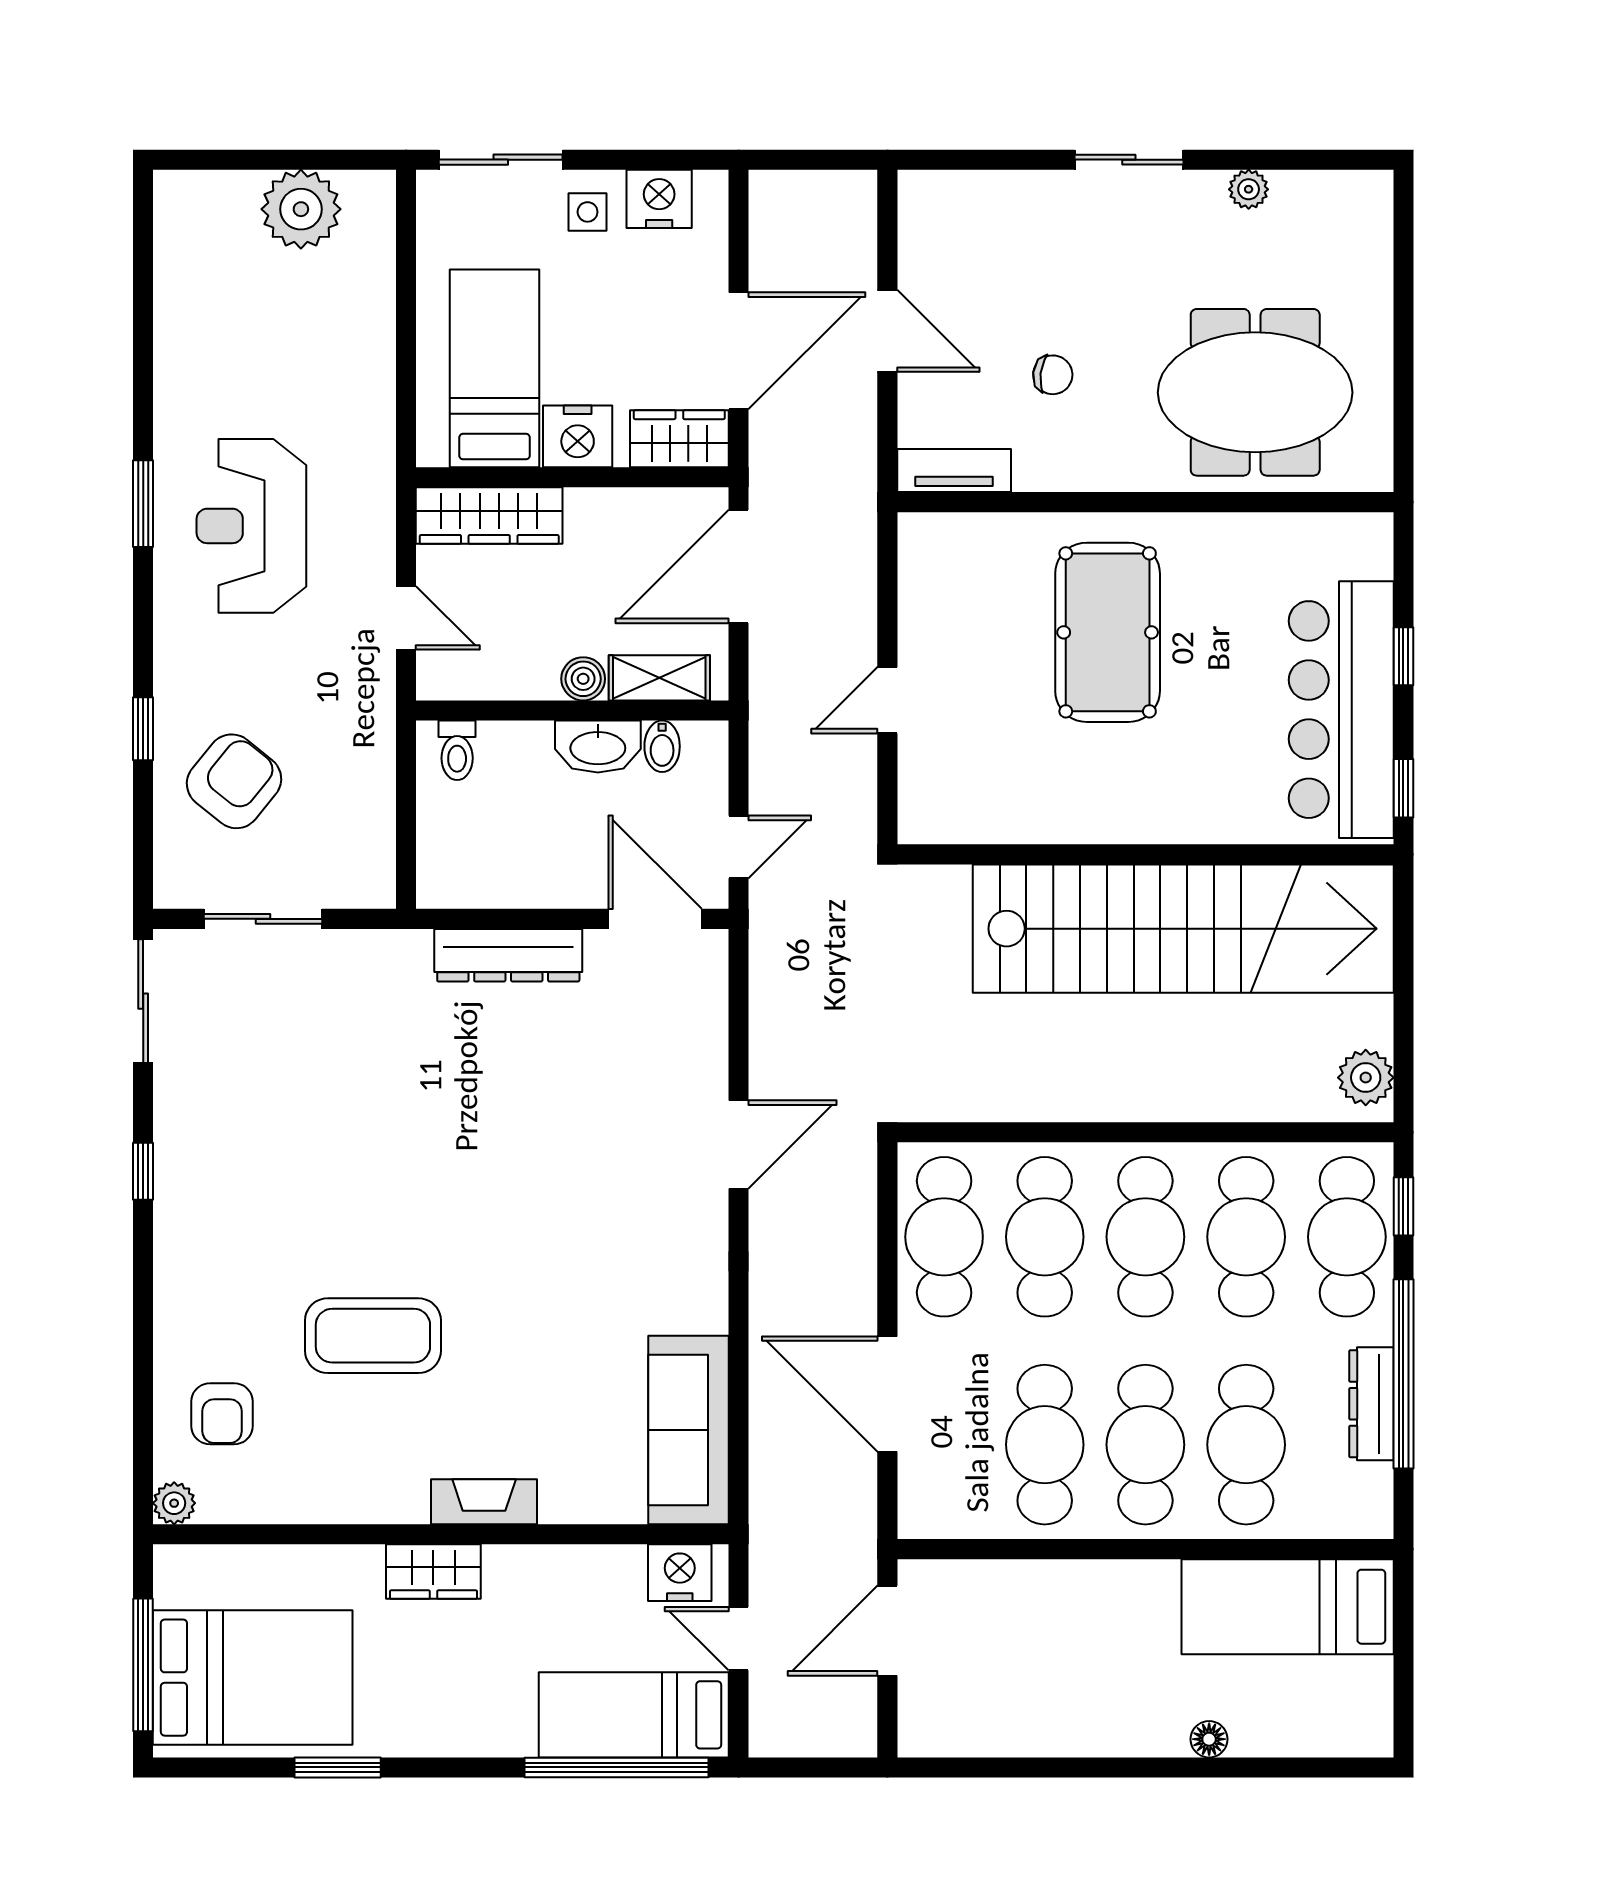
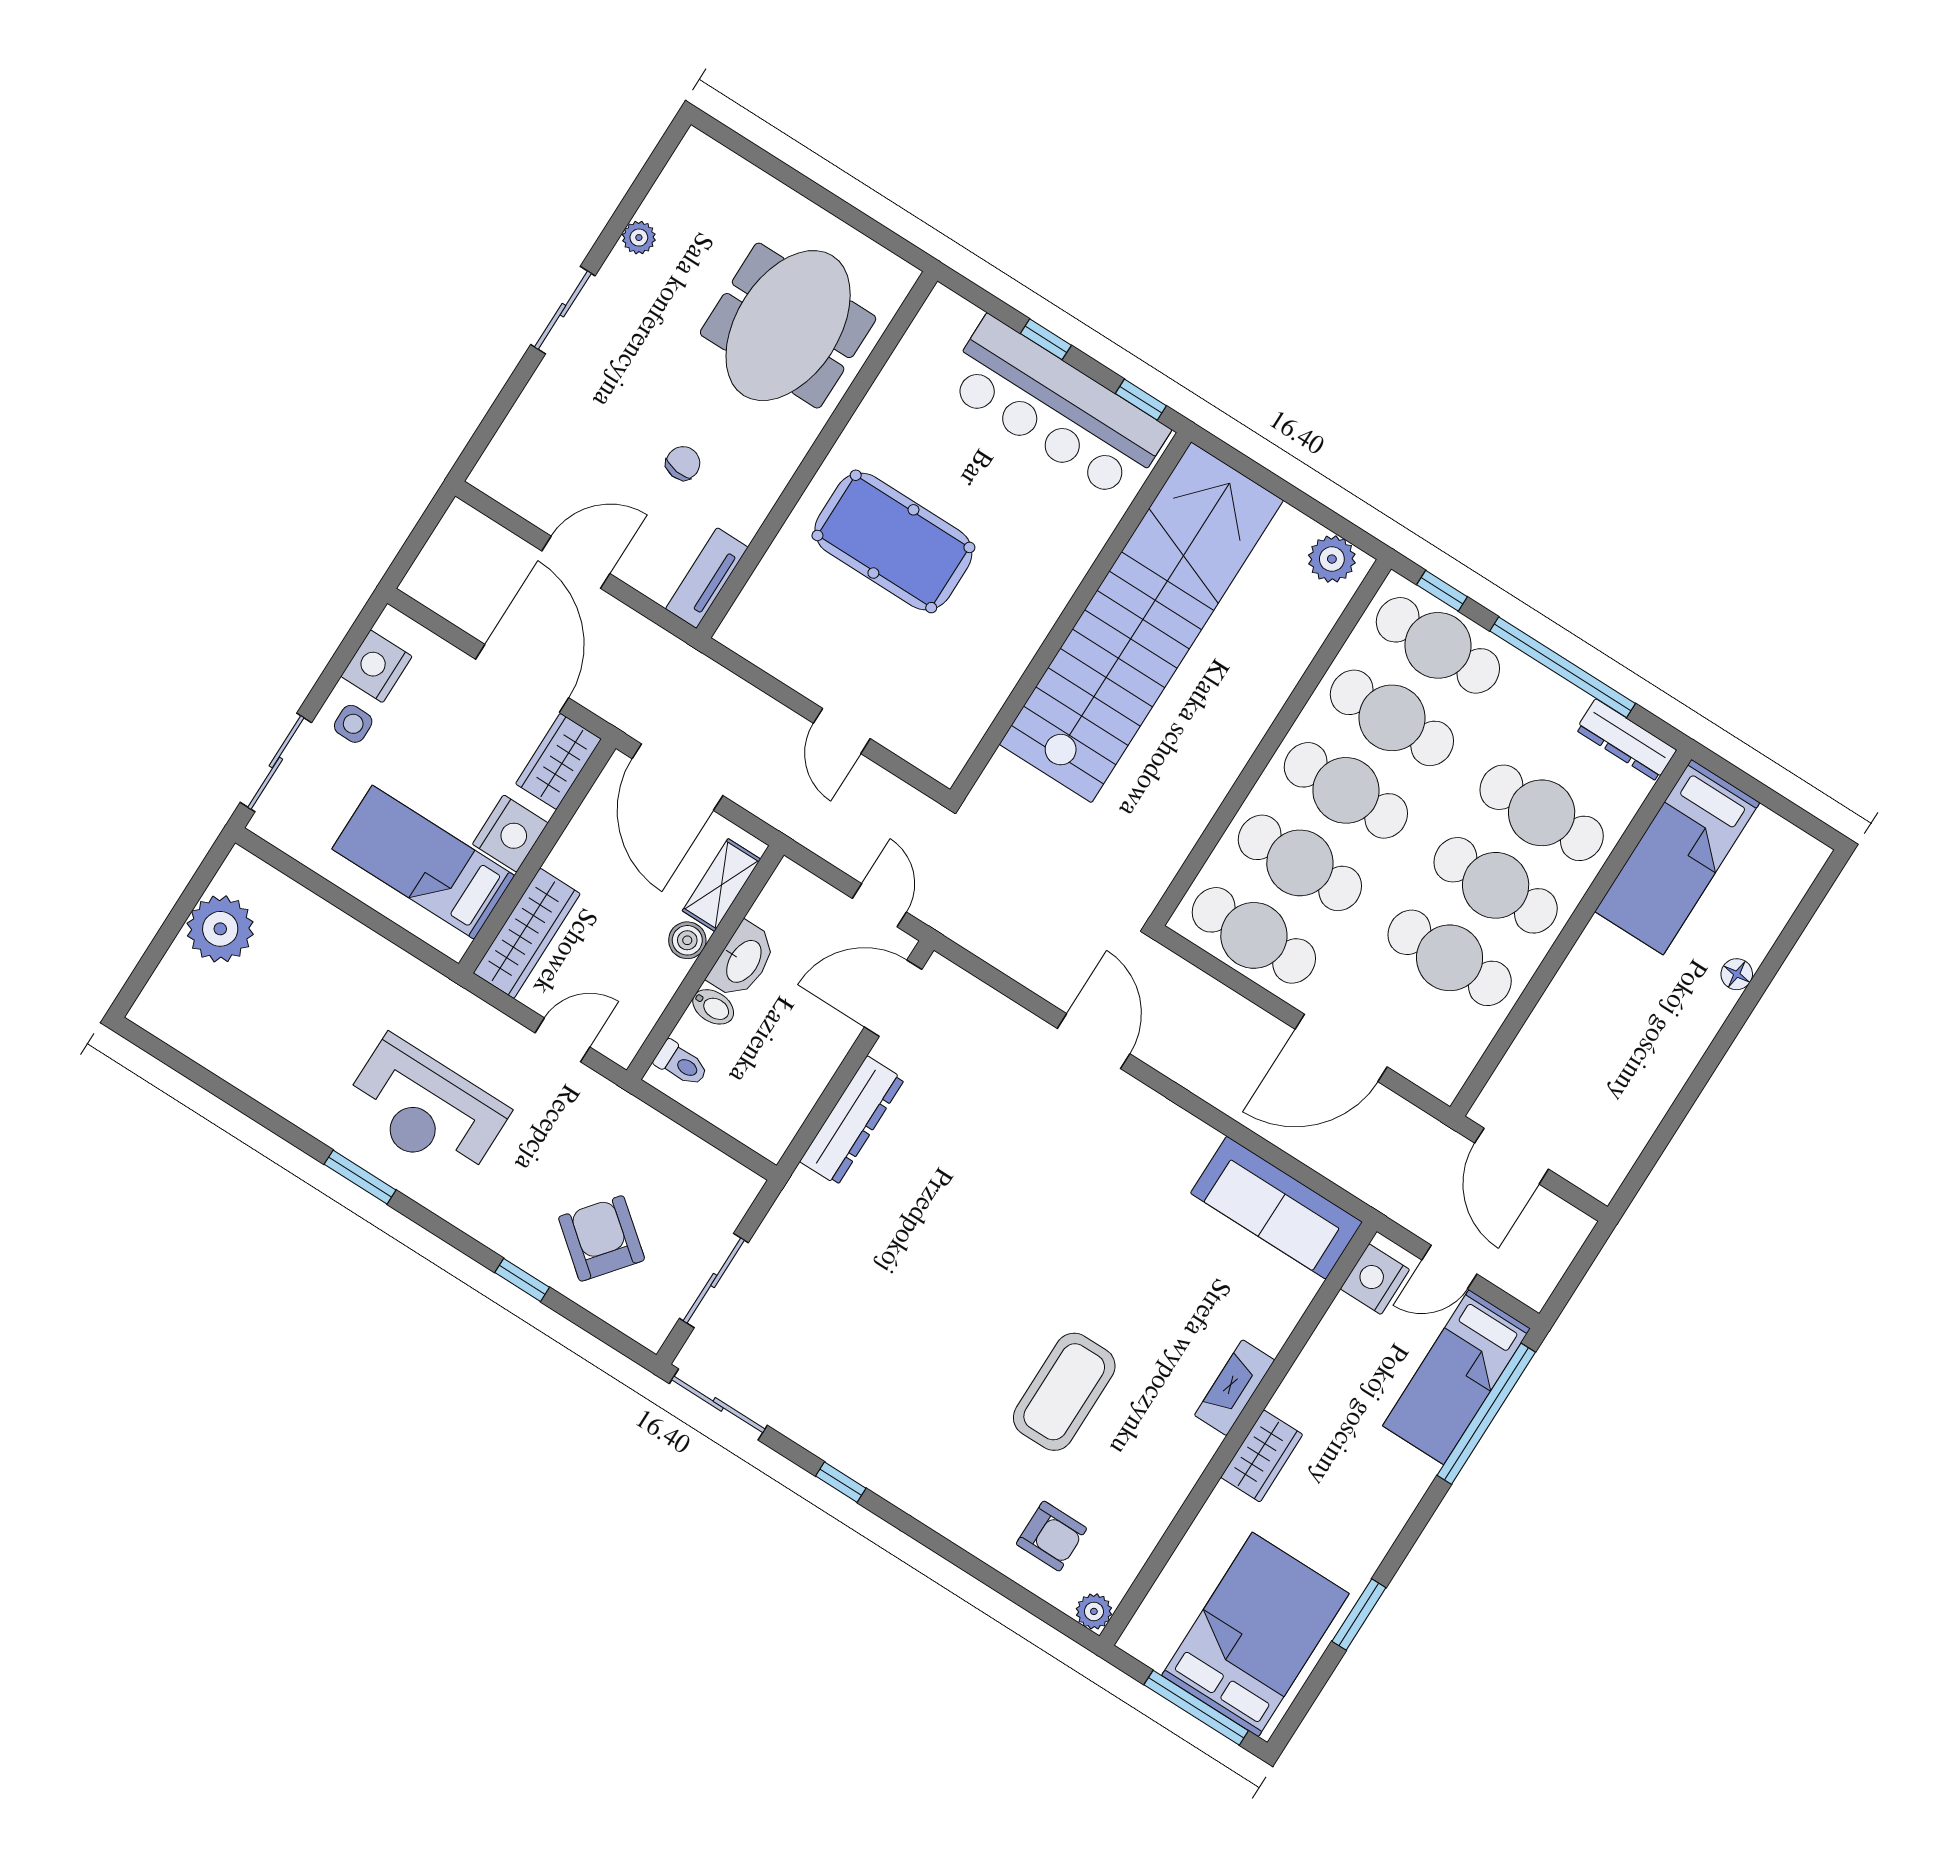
bidet: (662, 746) -> (713, 1007), moved
dresser: (1371, 1404) -> (1626, 740), moved

